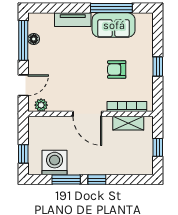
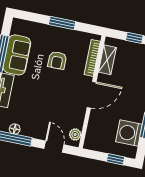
window: (158, 67) -> (62, 23), width x1.50

